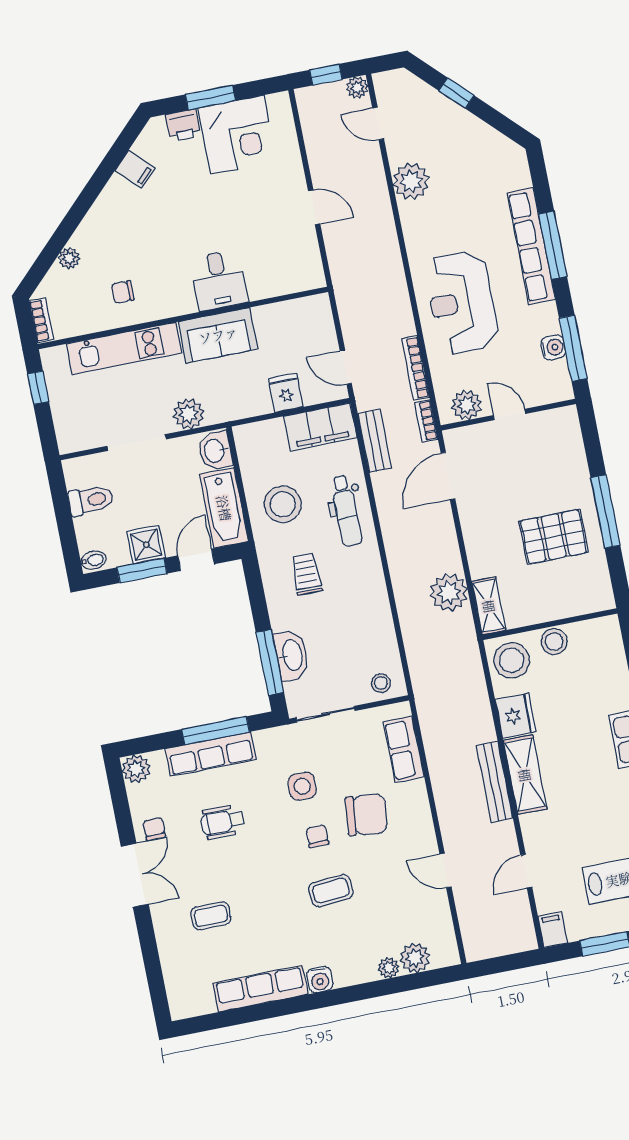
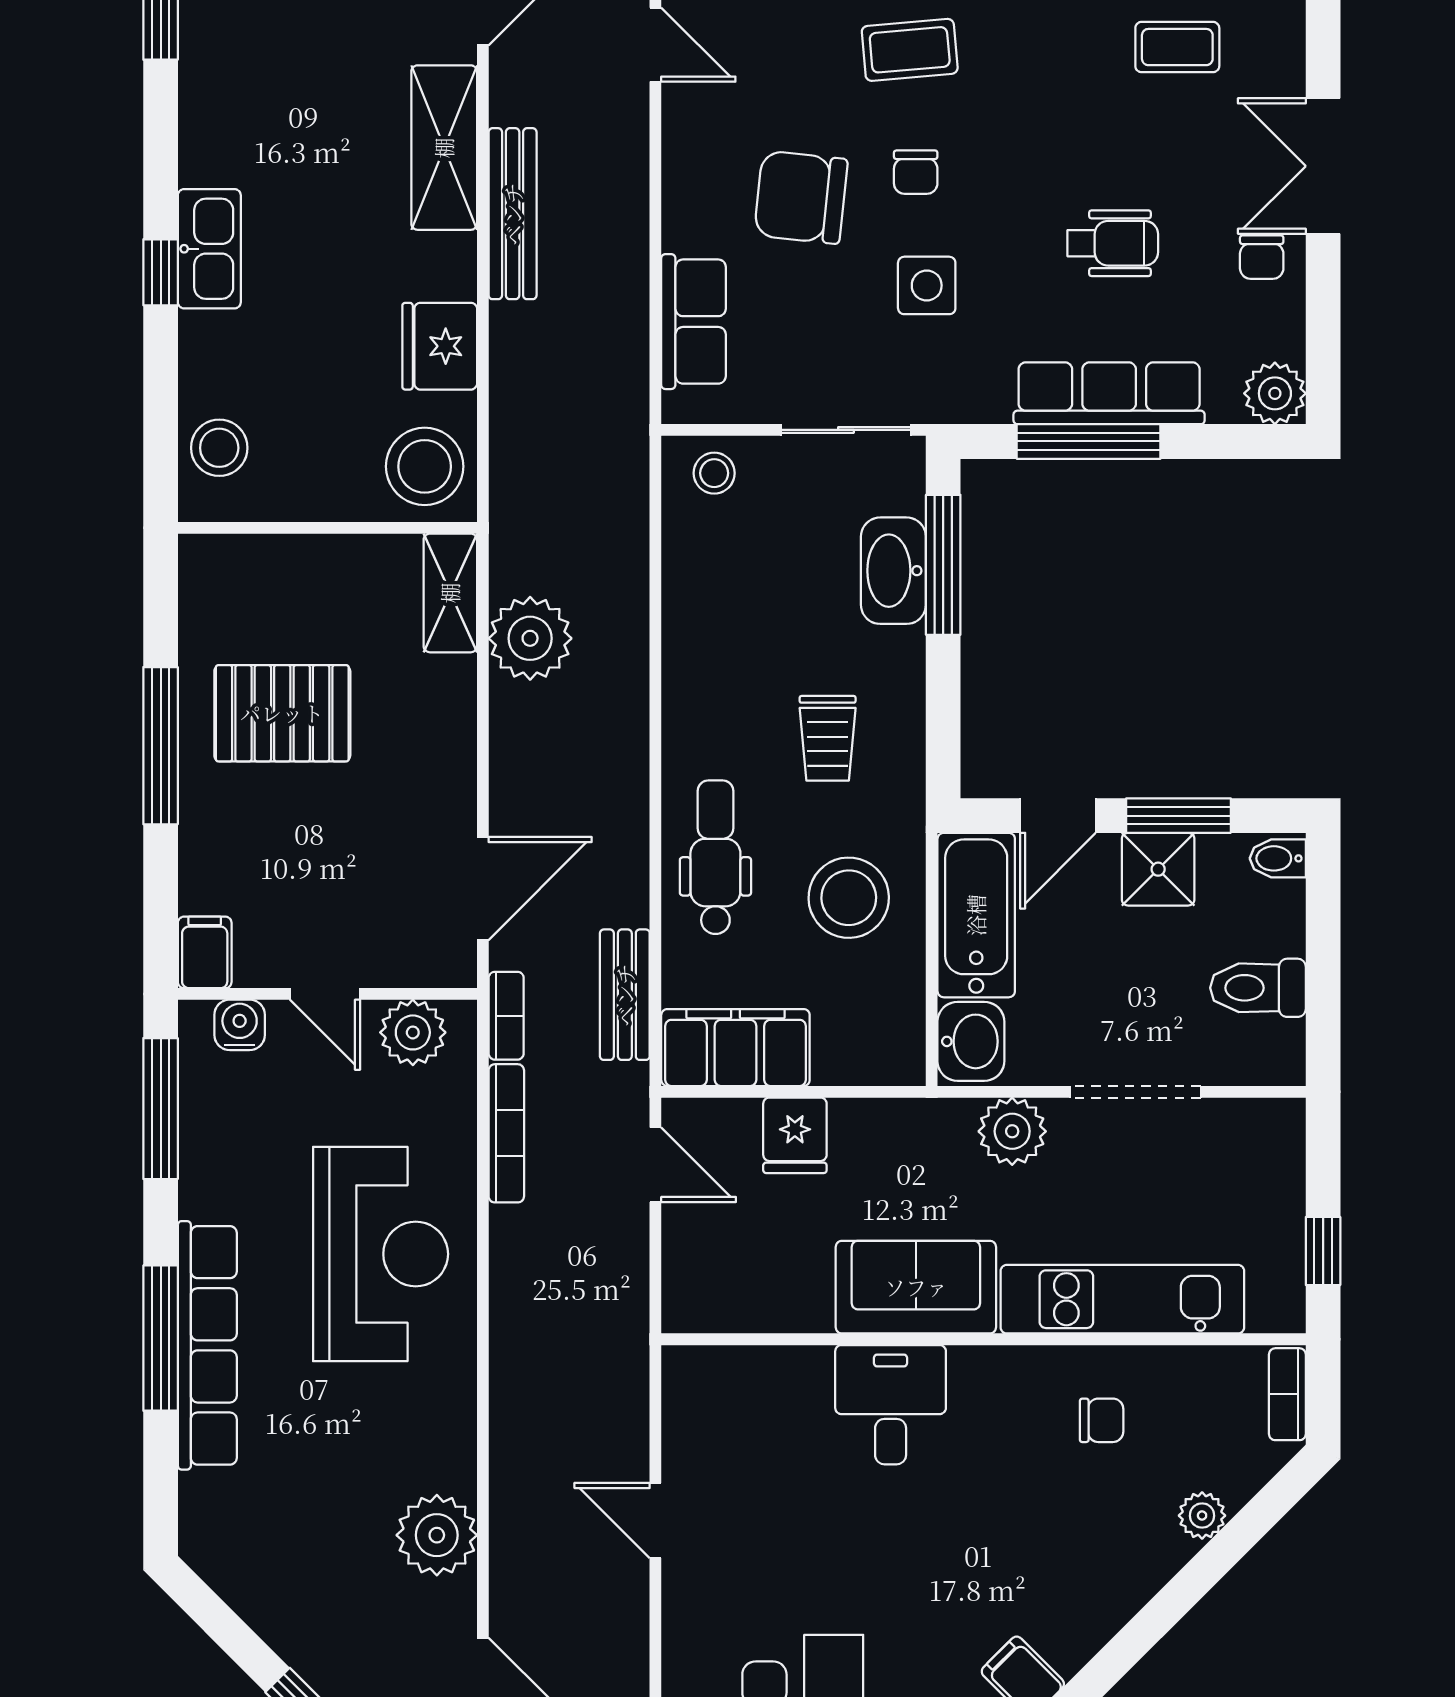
water cooler: (553, 347) -> (240, 1025), moved, turned 90
filing cabinet: (567, 422) -> (205, 952), added
stool: (554, 642) -> (219, 448), moved
shelving: (525, 775) -> (444, 148), moved

